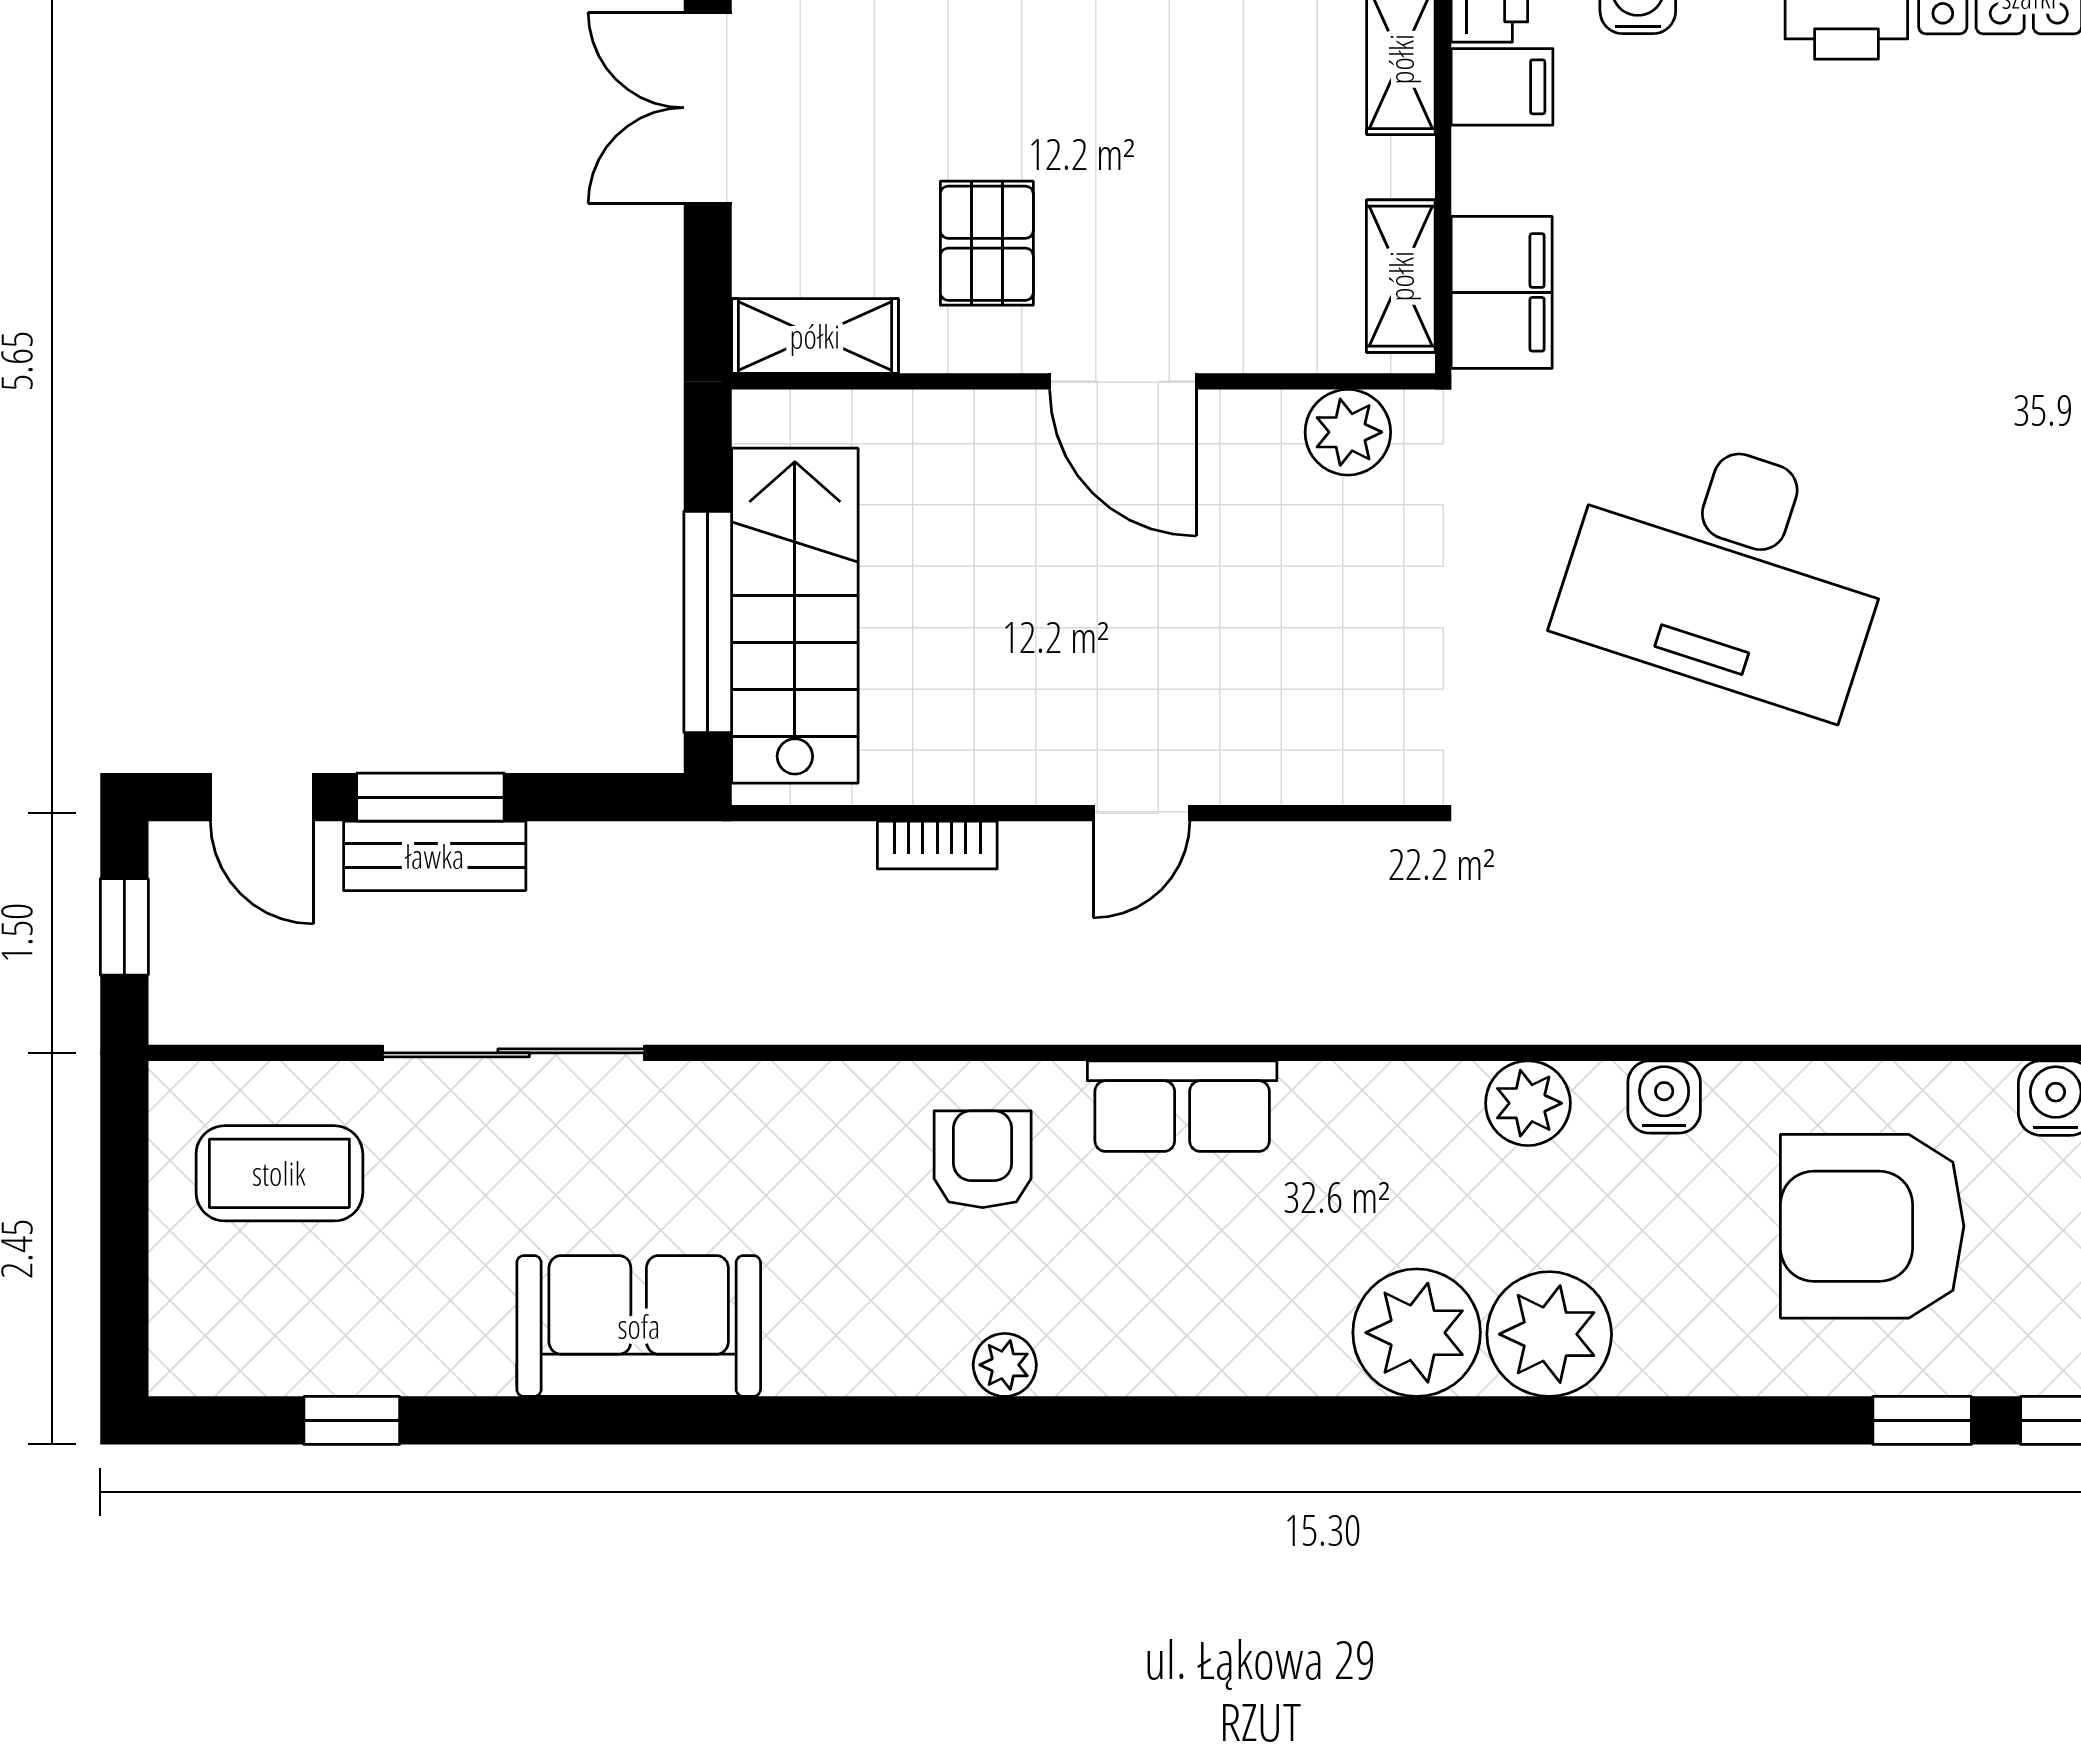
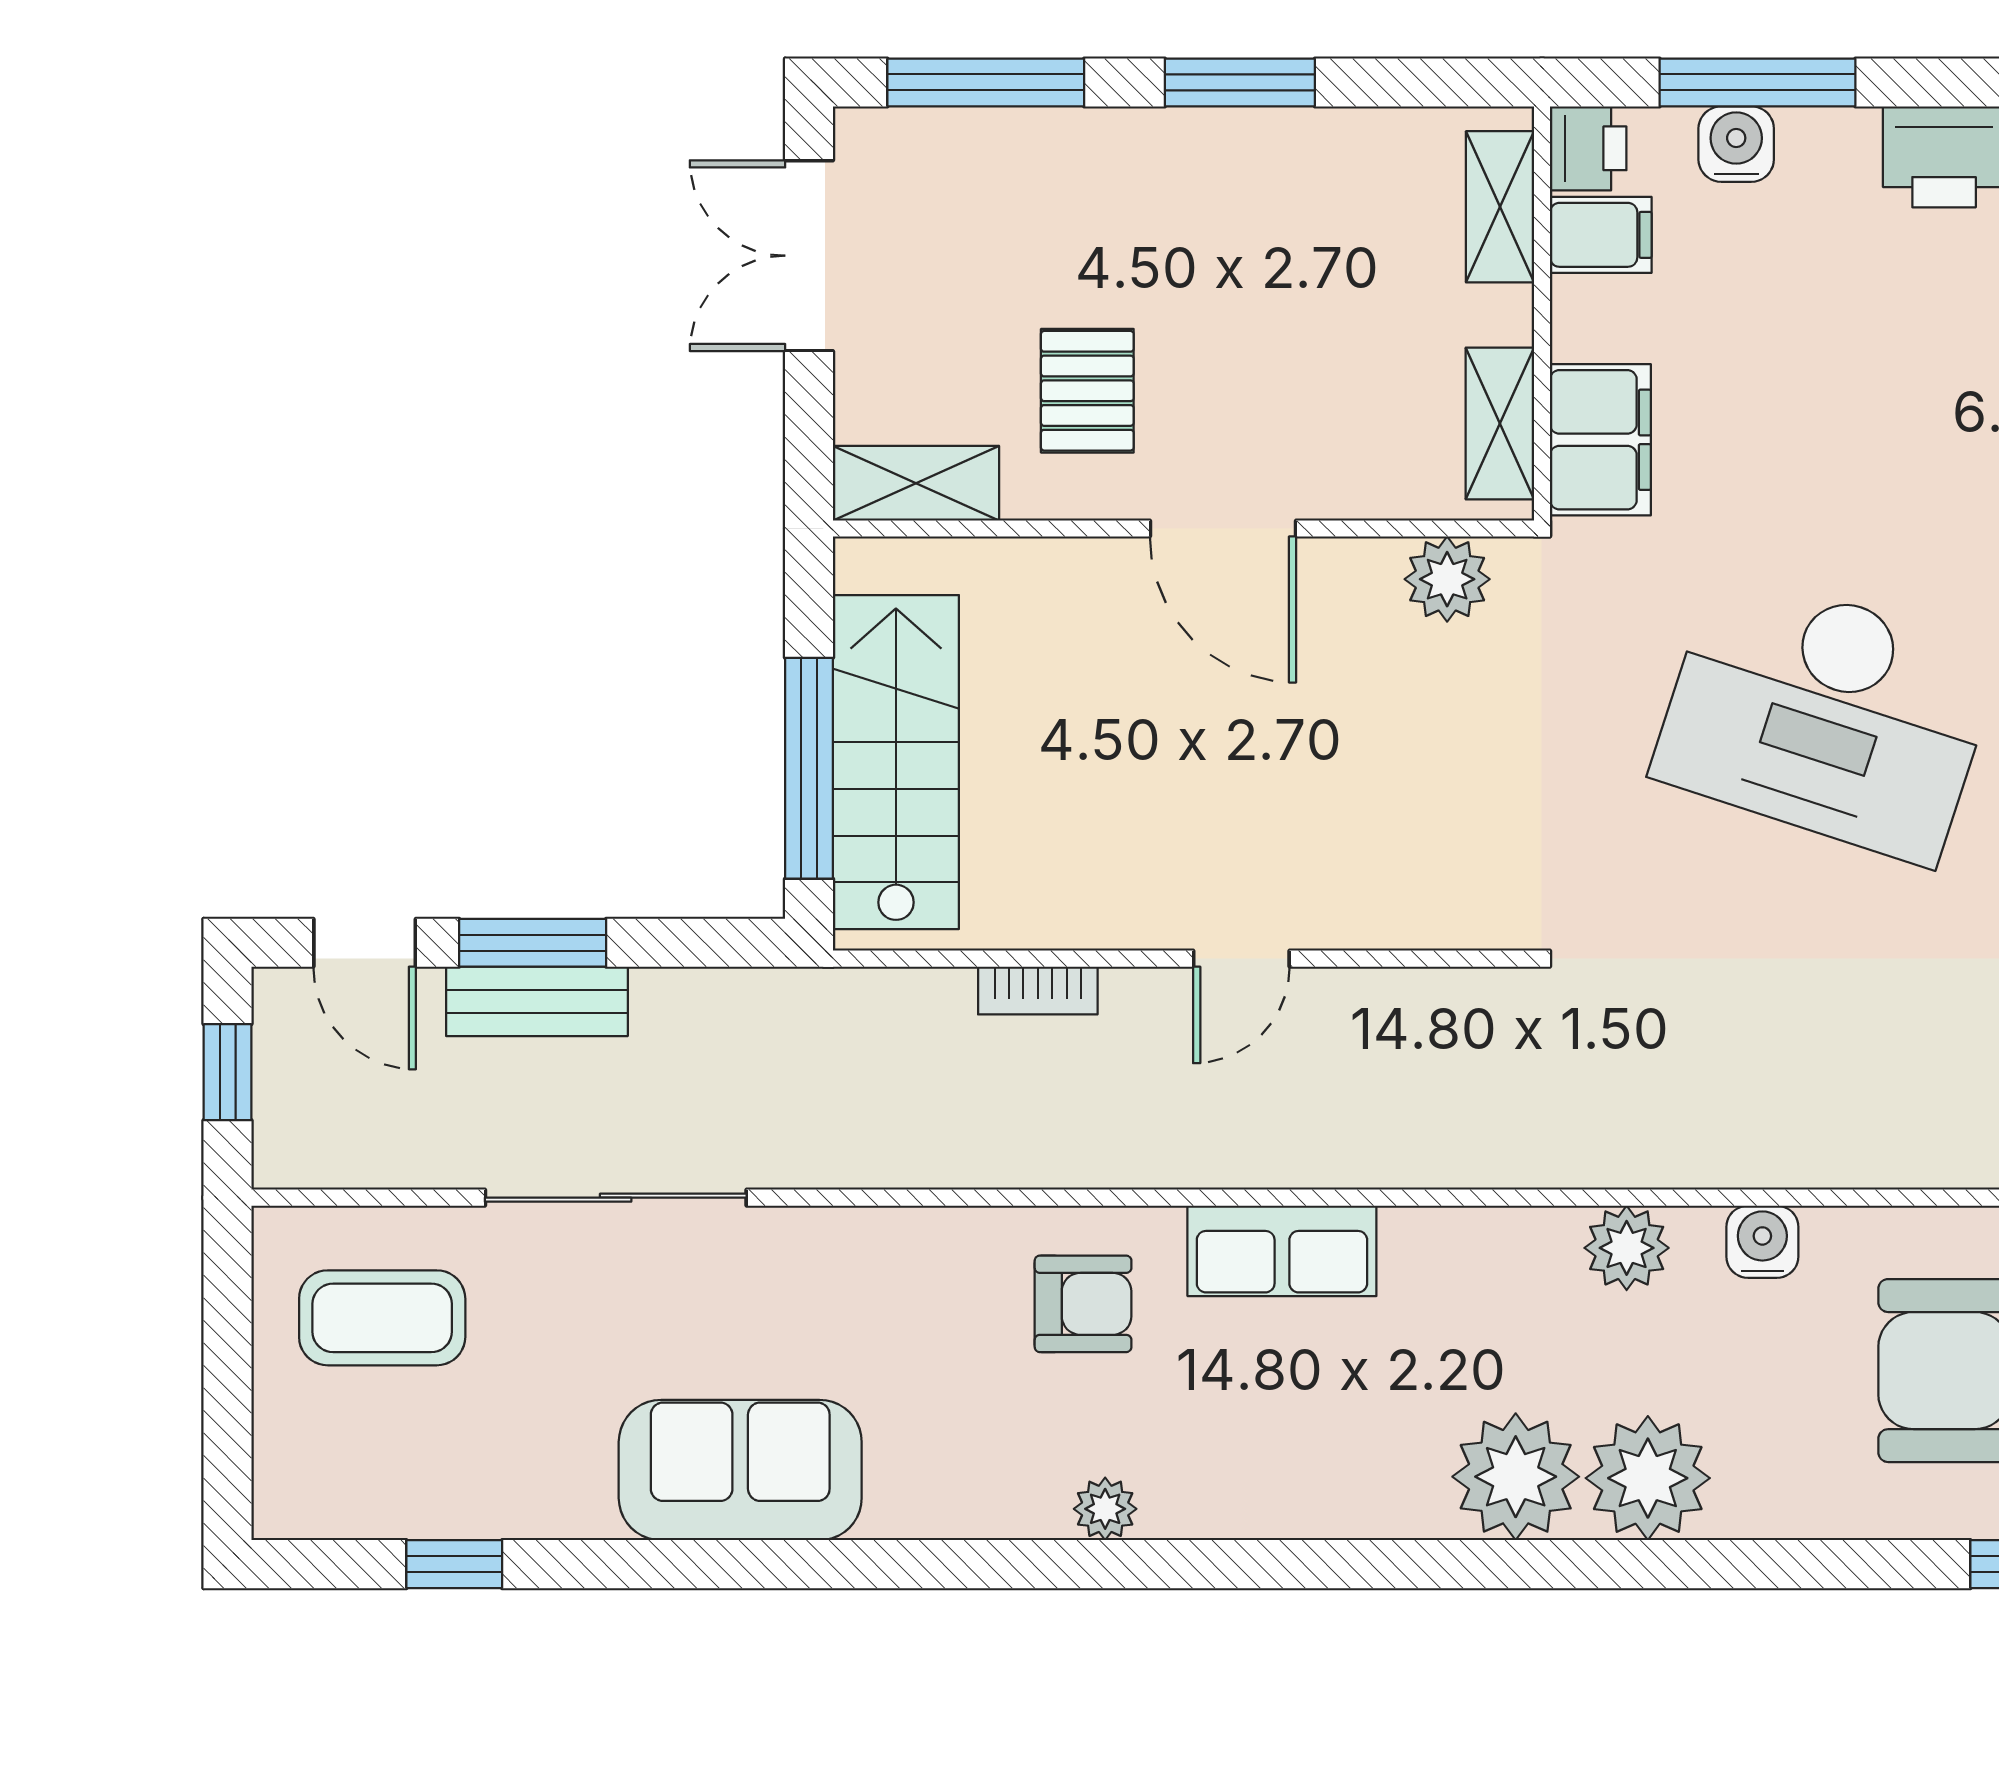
armchair: (983, 1159) -> (1083, 1304), turned 90

